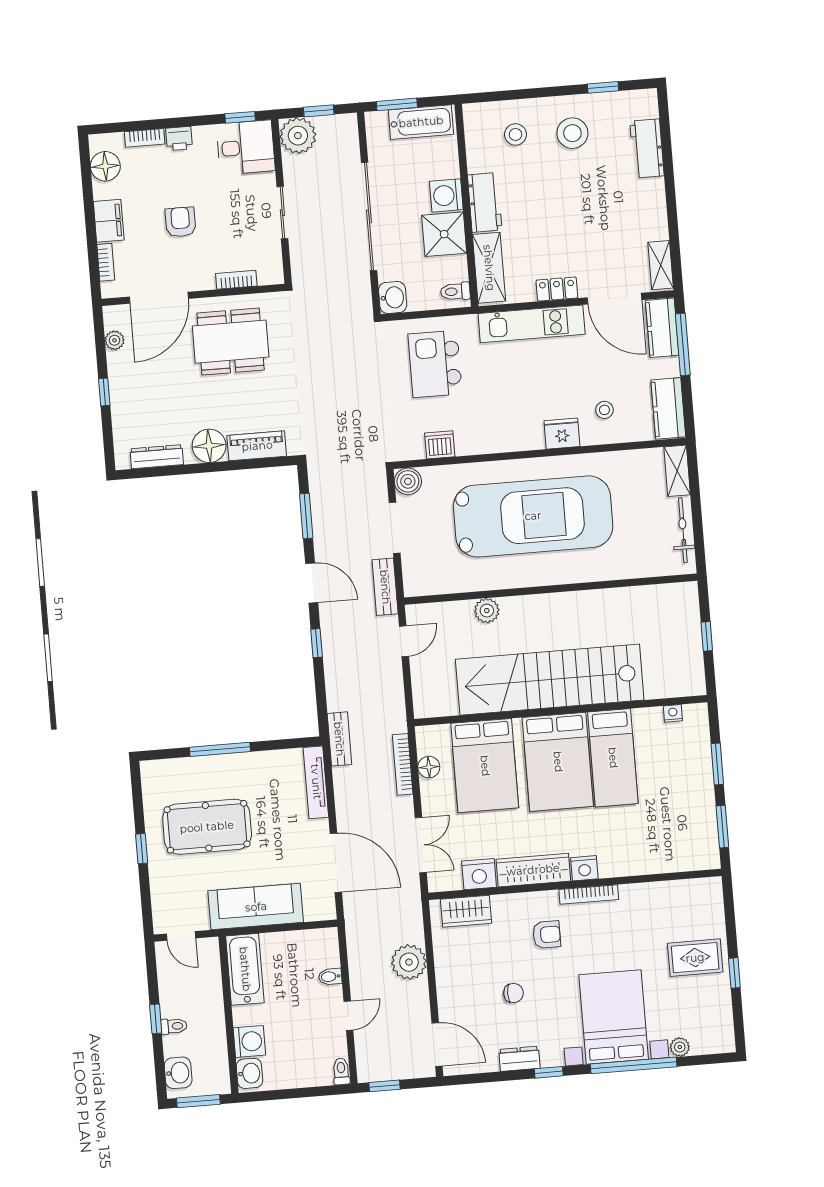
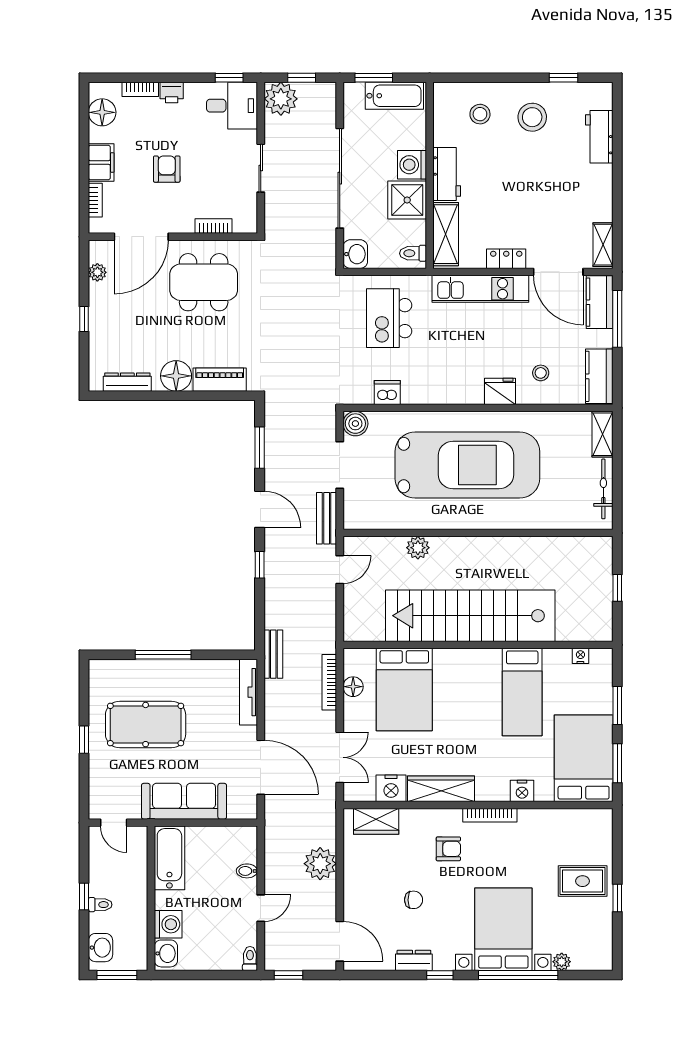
bed: (558, 762) -> (584, 758), moved, turned 180
nightstand: (584, 868) -> (522, 791), moved

